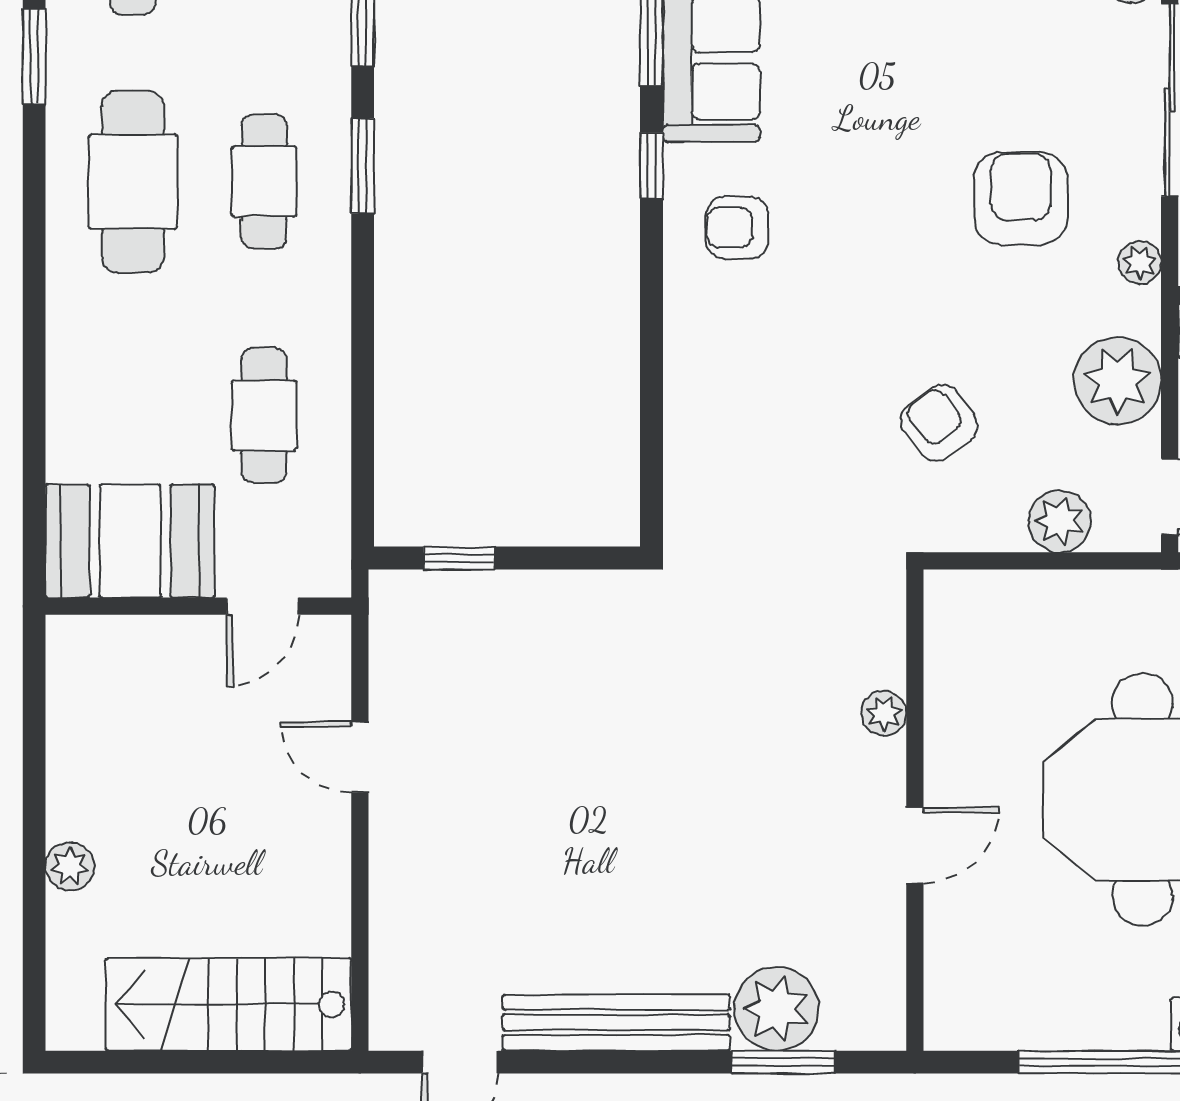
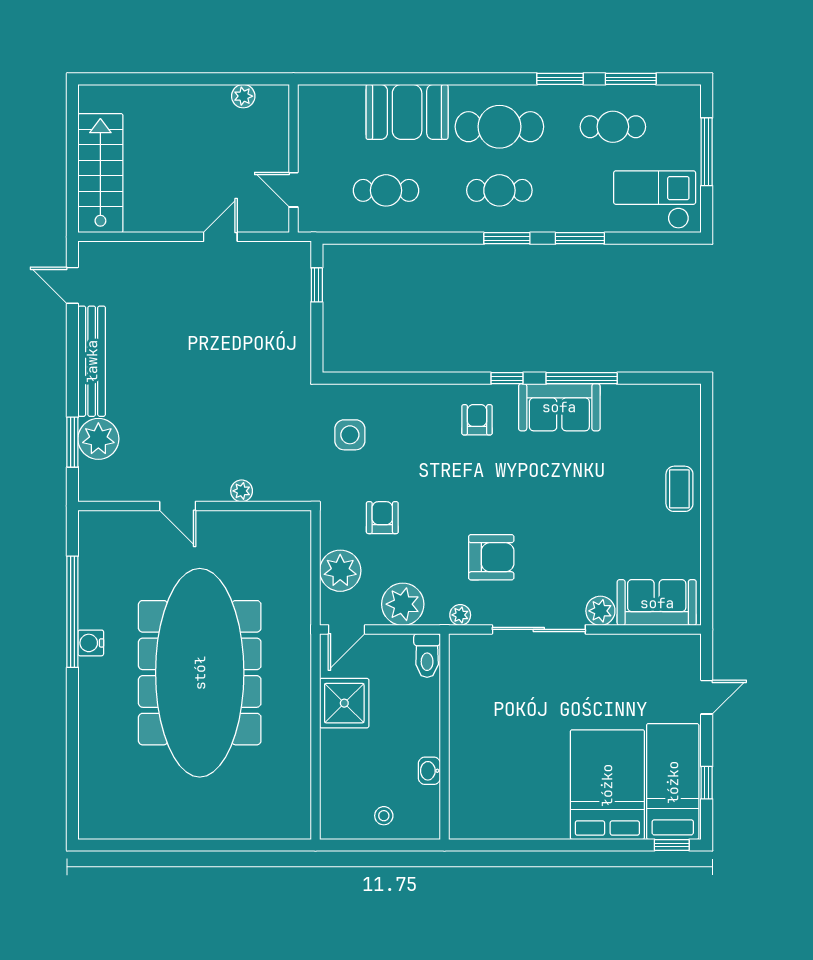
armchair: (939, 423) -> (382, 518), turned -53
side table: (768, 490) -> (350, 435), added
plant: (1060, 521) -> (340, 571), width x1.36, depth x1.36
booth: (130, 541) -> (407, 112), moved, turned 90
plant: (70, 866) -> (243, 96), moved

